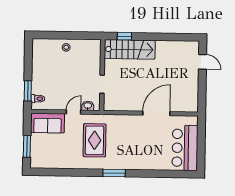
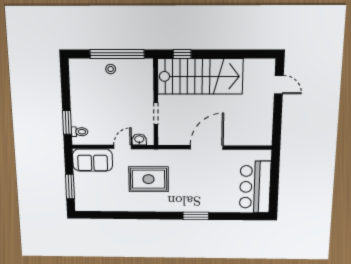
window: (72, 35) -> (117, 54), added
stairs: (130, 49) -> (200, 76), width x1.36, depth x1.51
door: (156, 113) -> (207, 147), moved
rug: (95, 140) -> (148, 179), turned 90
window: (114, 173) -> (196, 216), moved

